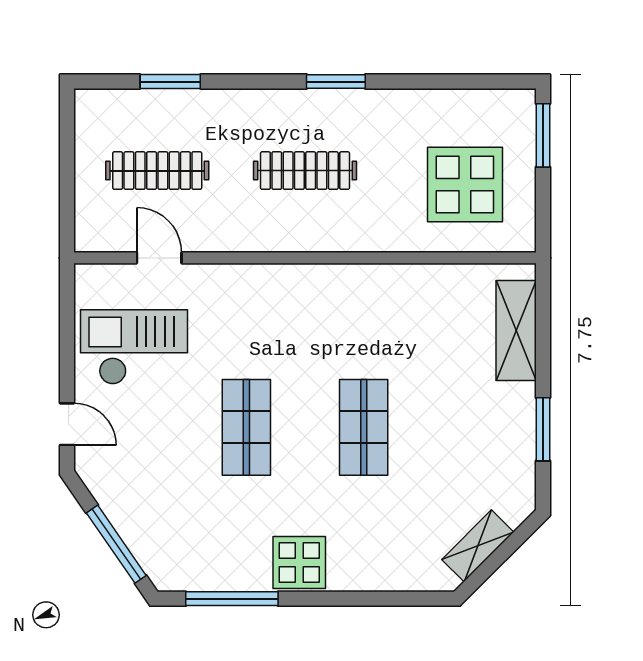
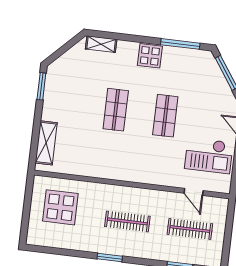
window: (543, 135) -> (25, 224), removed
window: (543, 429) -> (41, 86), moved
shelving: (478, 546) -> (101, 44), moved, turned 45

